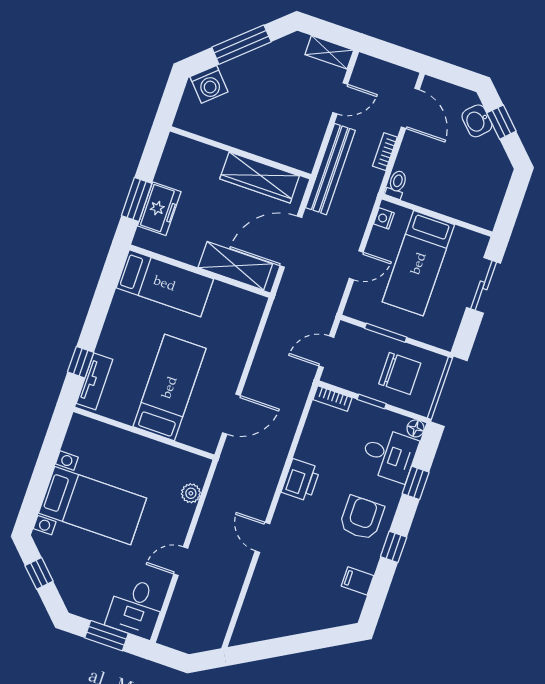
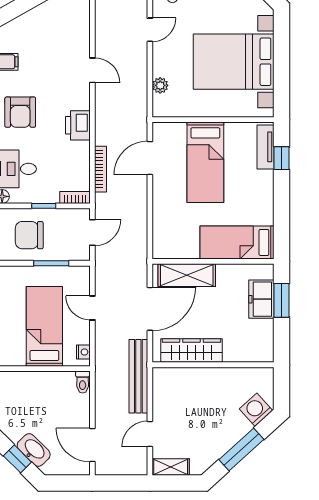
washbasin: (477, 121) -> (34, 450), width x1.38
bookcase: (385, 152) -> (101, 169), moved, width x1.56
door: (356, 265) -> (92, 308), hinge flipped
bed with nightstands: (93, 506) -> (234, 62), width x1.36

